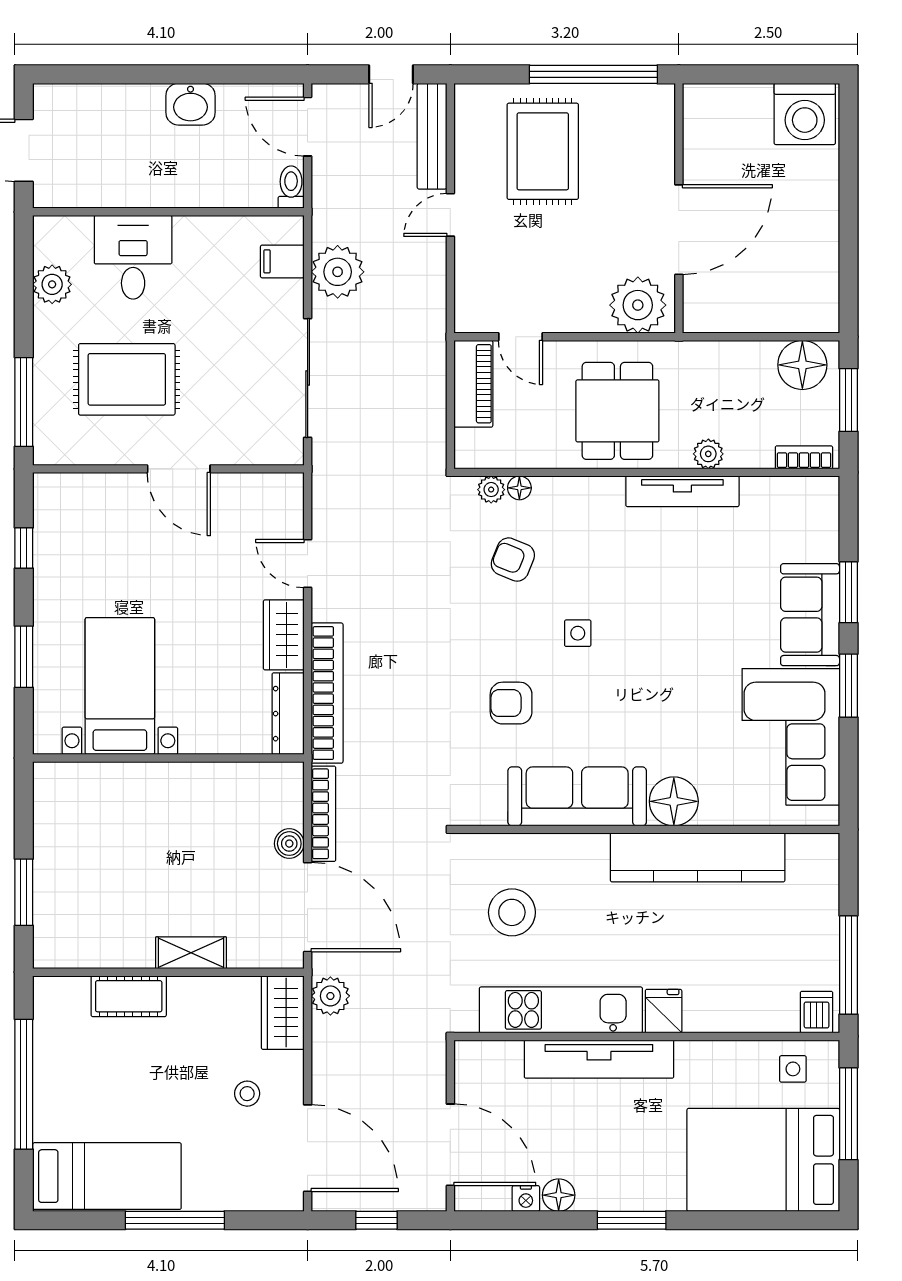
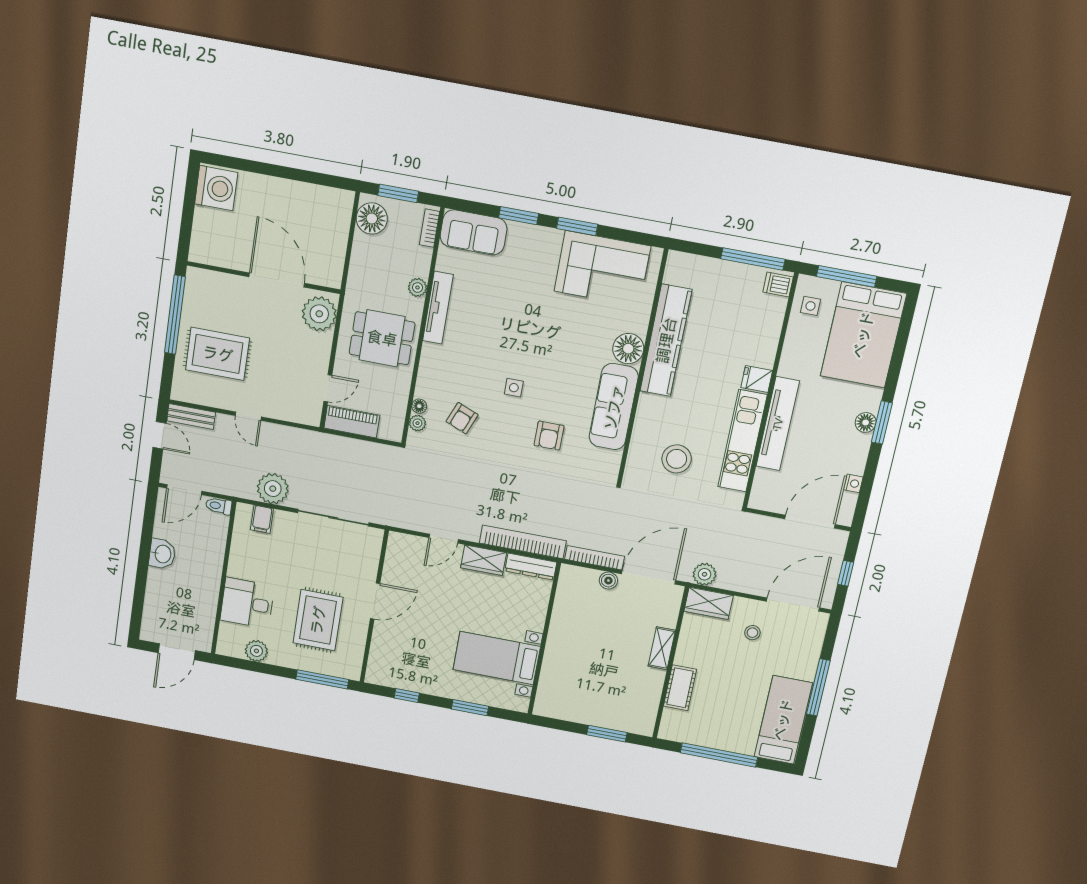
bench: (432, 136) -> (191, 417), width x0.73
sofa: (810, 615) -> (474, 232), moved
floor lamp: (559, 1195) -> (866, 422), moved

